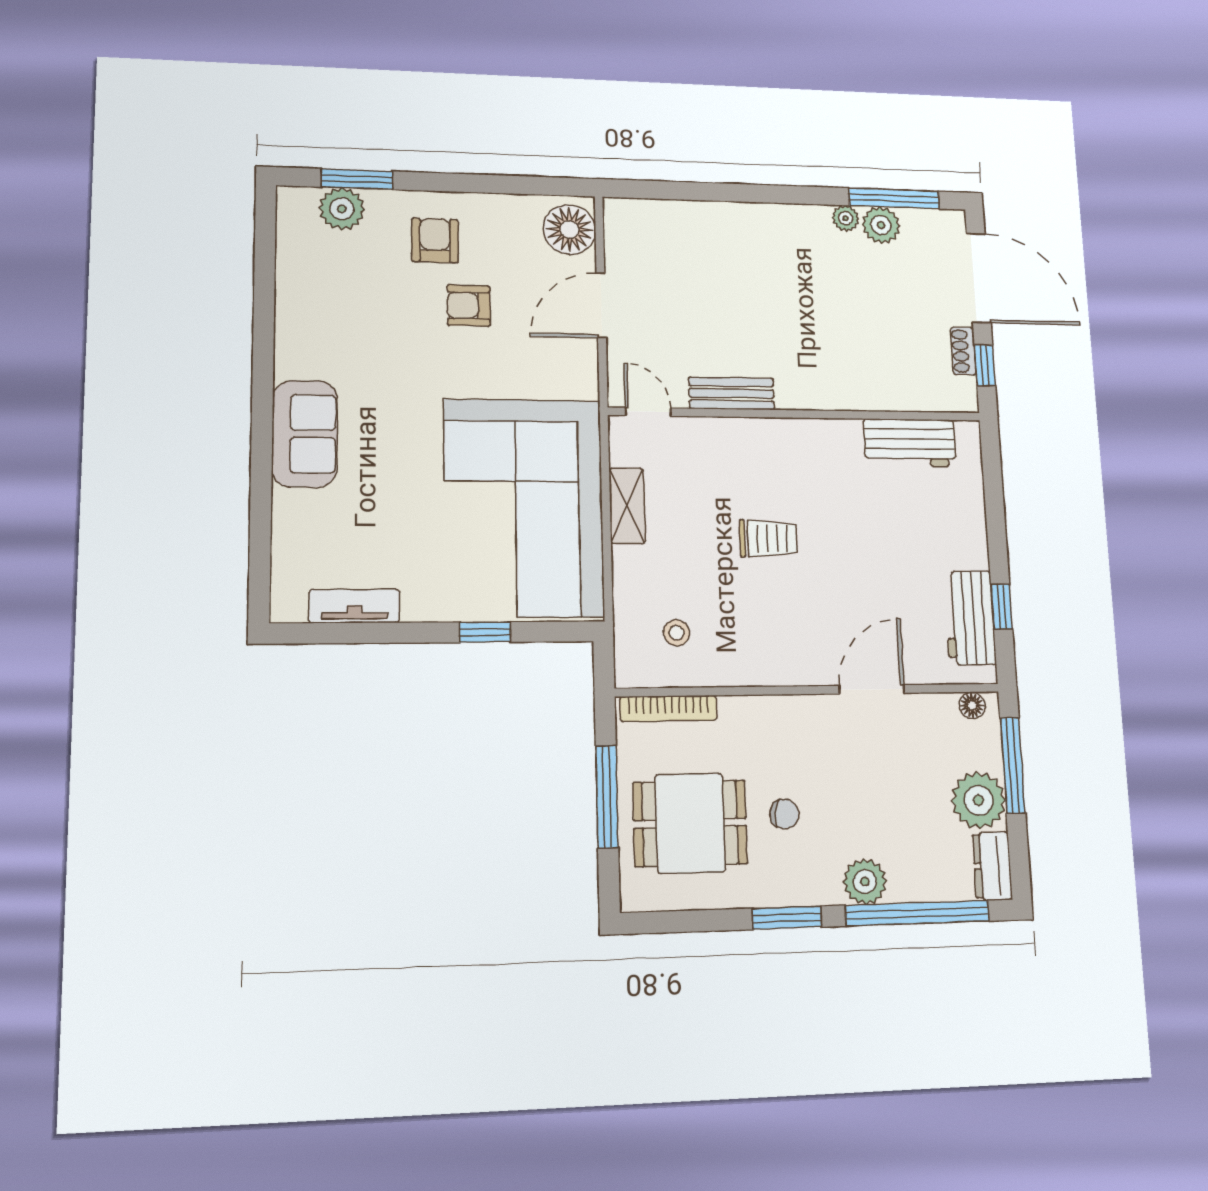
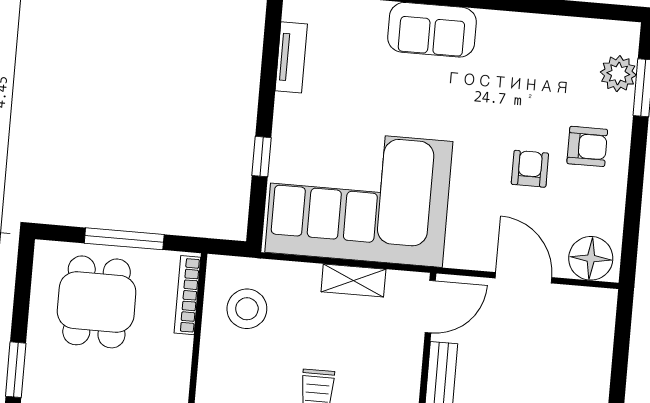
door: (648, 412) -> (430, 307), width x1.38
stool: (677, 633) -> (247, 309), width x1.89, depth x1.89
chair: (784, 814) -> (95, 378), removed

